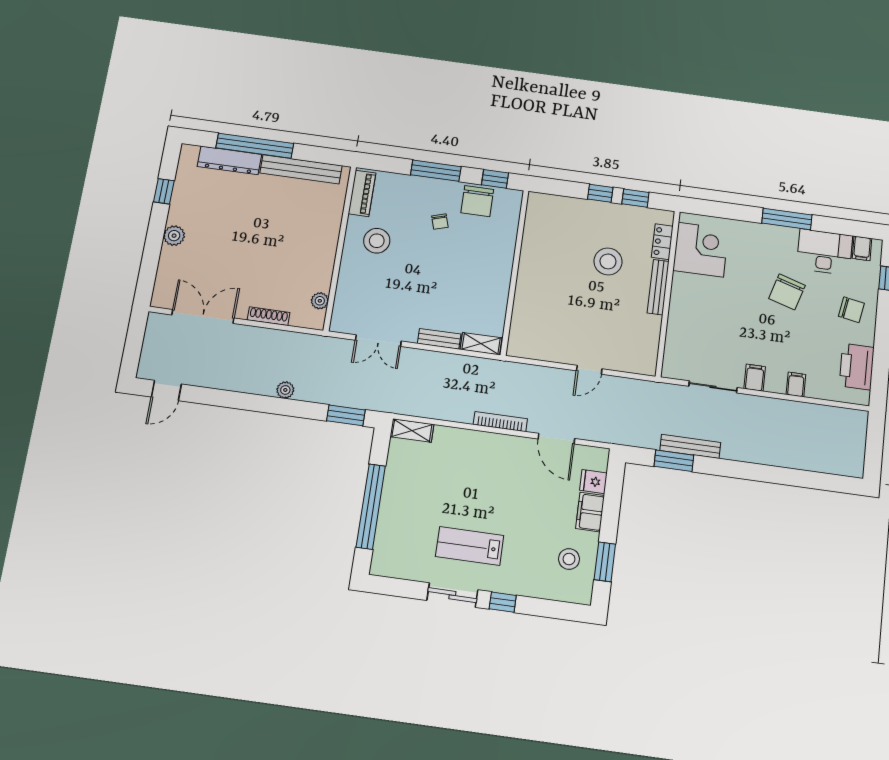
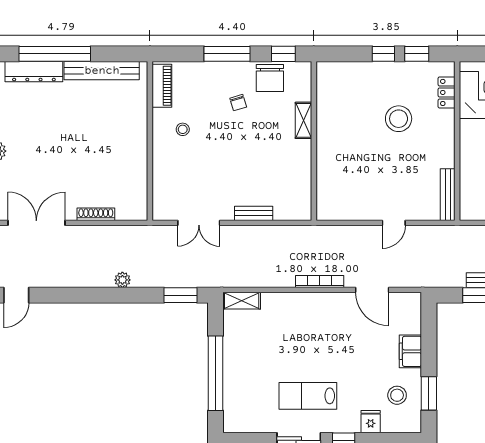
stool: (377, 241) -> (183, 129), width x0.53, depth x0.53
bench: (658, 287) -> (448, 195), moved
plant: (320, 301) -> (140, 193), removed
shelving: (481, 344) -> (303, 120), moved, turned 90
fridge: (593, 482) -> (371, 422), moved, turned 90

